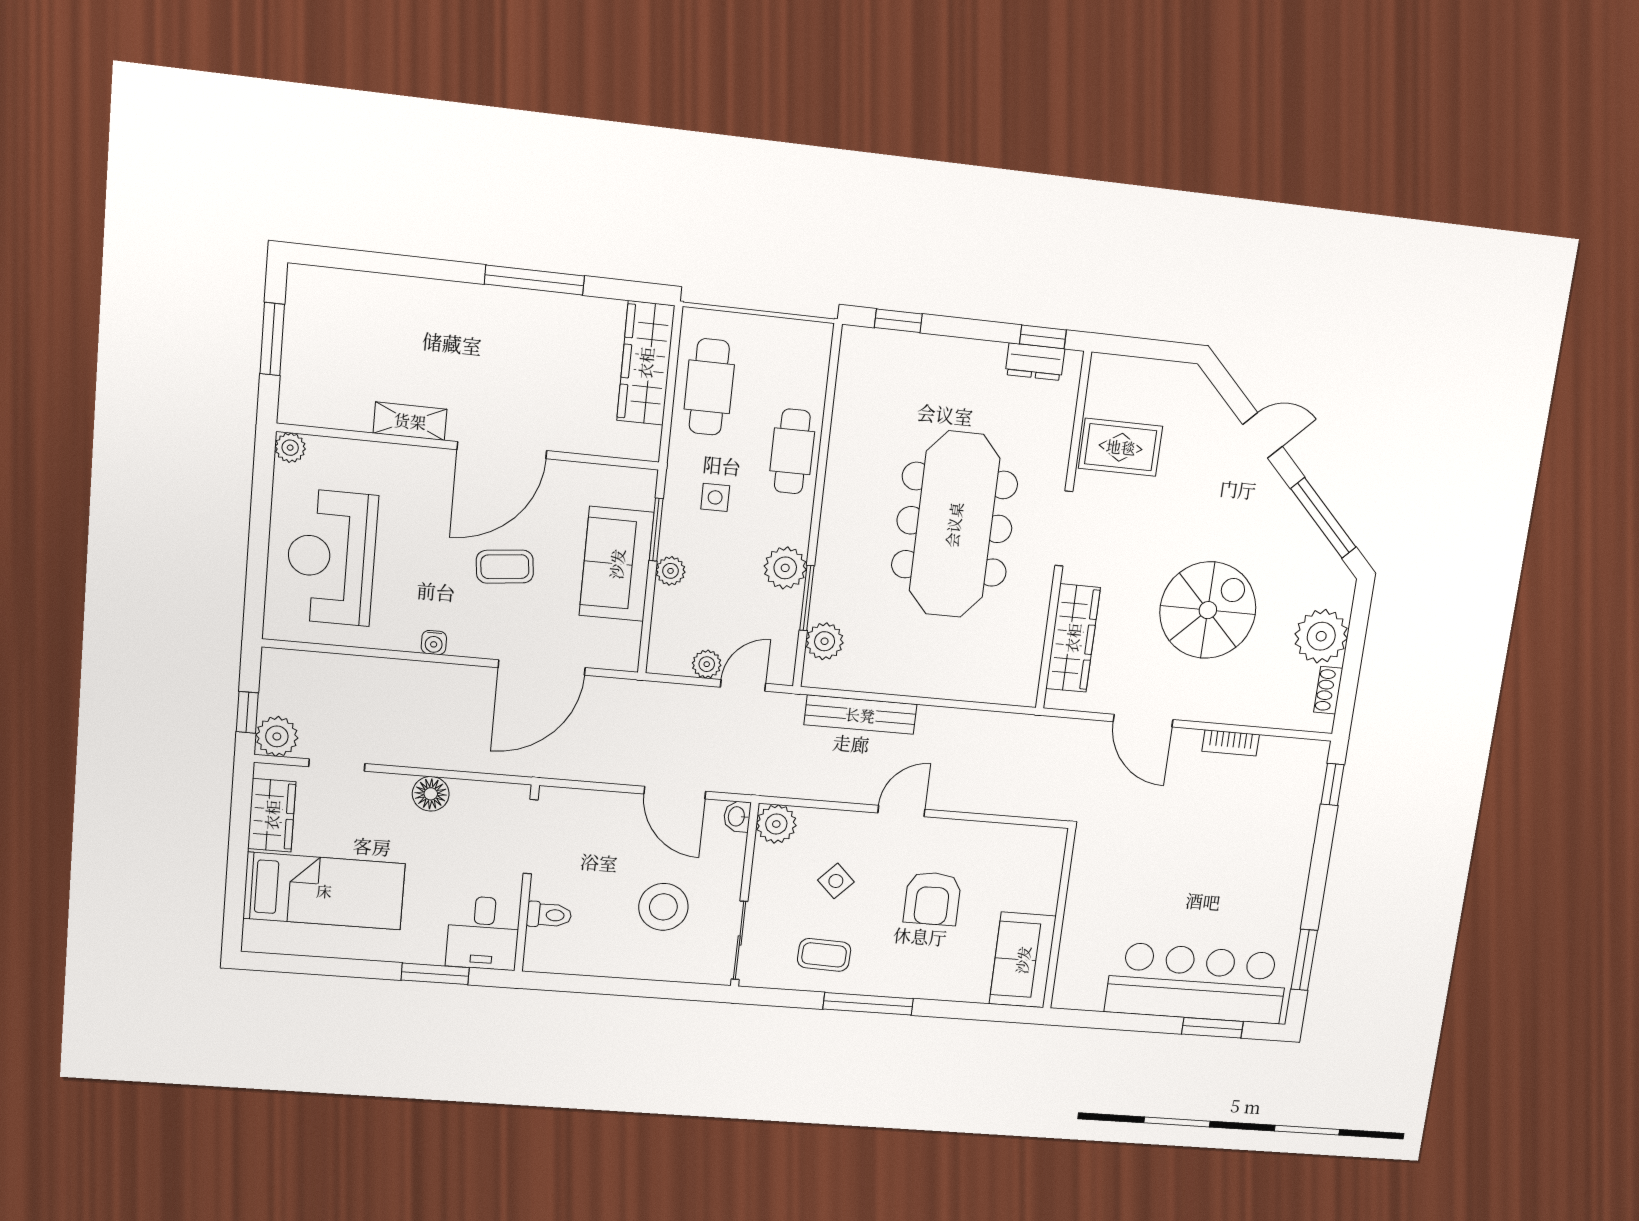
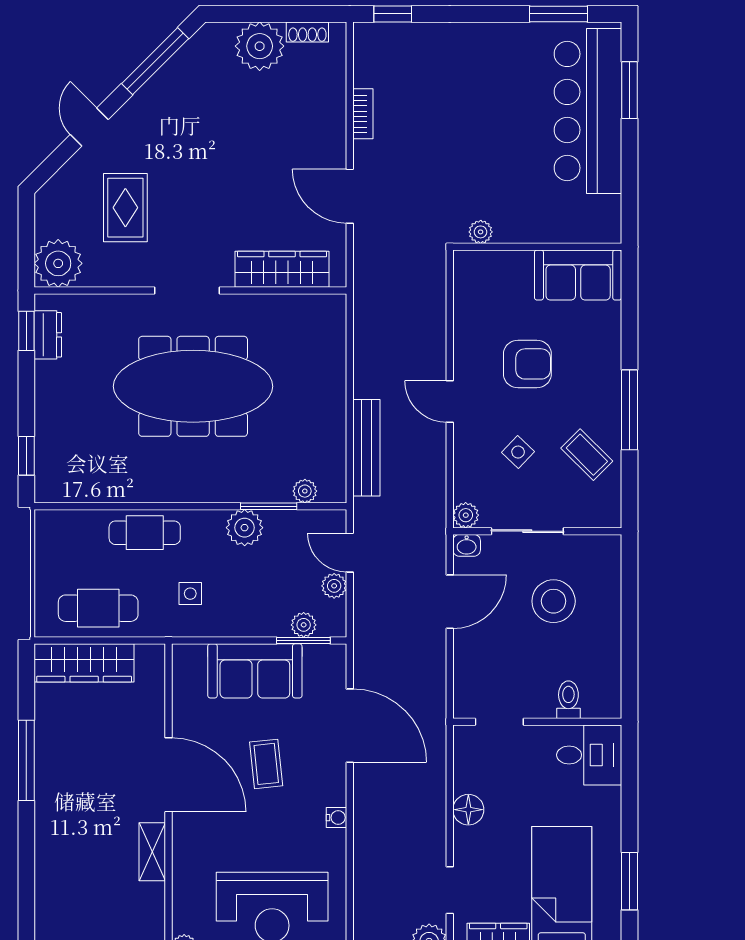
plant: (1115, 383) -> (58, 263), added
rug: (1121, 447) -> (125, 208), moved
window: (656, 530) -> (303, 641), moved
plant: (671, 571) -> (304, 625), moved
spiral stairs: (1208, 610) -> (246, 152), removed
plant: (825, 641) -> (305, 491), width x0.73, depth x0.73
door: (1143, 721) -> (350, 196), swing flipped
plant: (776, 824) -> (466, 515), width x0.73, depth x0.73
doorway: (531, 837) -> (499, 722), width x0.73
plant: (1084, 859) -> (481, 232), added
sliding door: (740, 940) -> (527, 531), moved
coffee table: (824, 955) -> (587, 455), turned -47
window: (435, 974) -> (629, 881), moved

